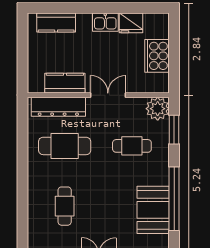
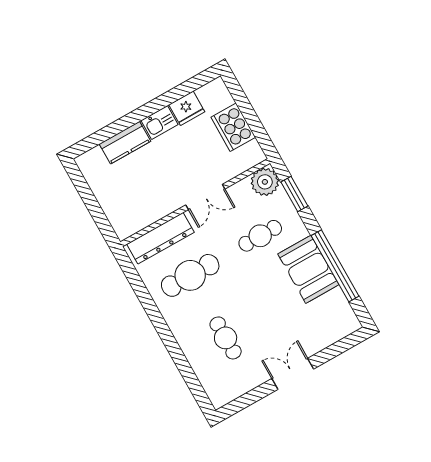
kitchen counter: (56, 23) -> (125, 143), moved
kitchen counter: (65, 83) -> (153, 210), removed
double door: (108, 95) -> (205, 197), swing flipped
booth: (153, 210) -> (308, 269), moved

